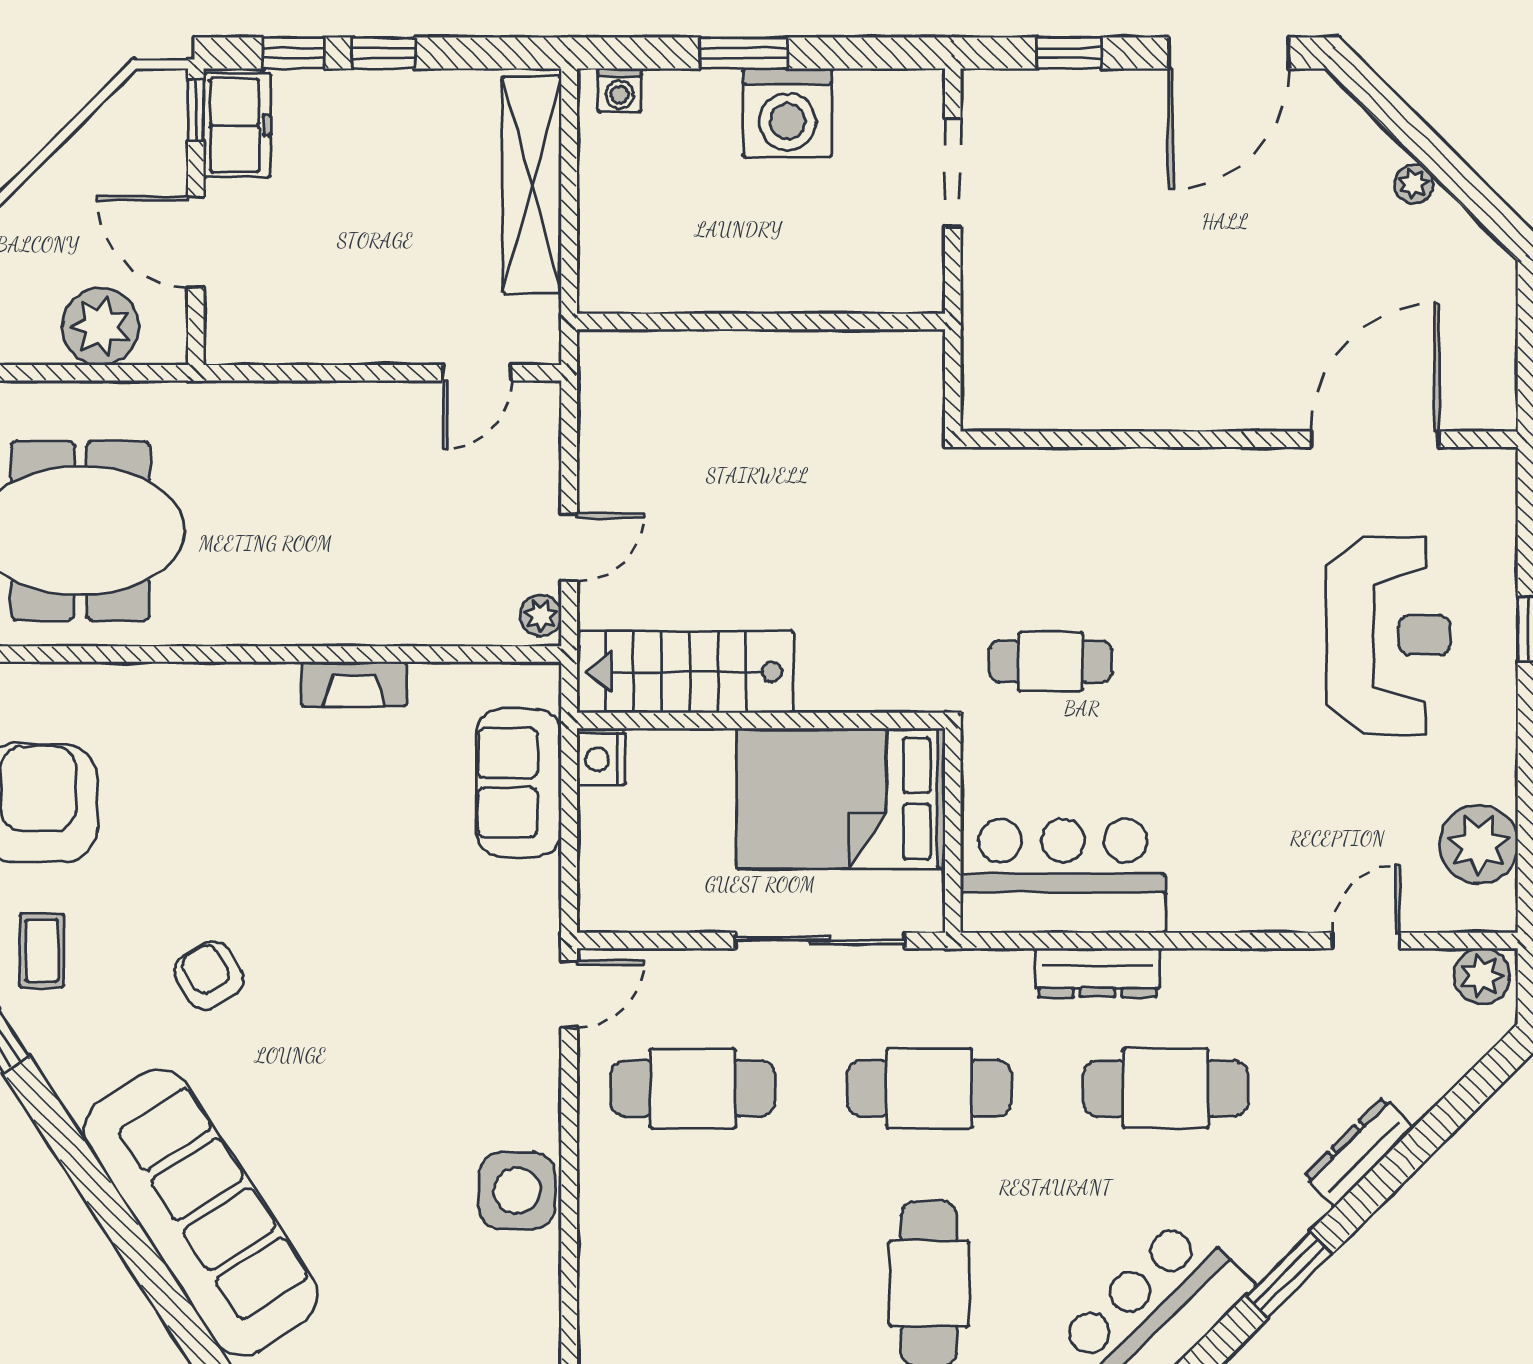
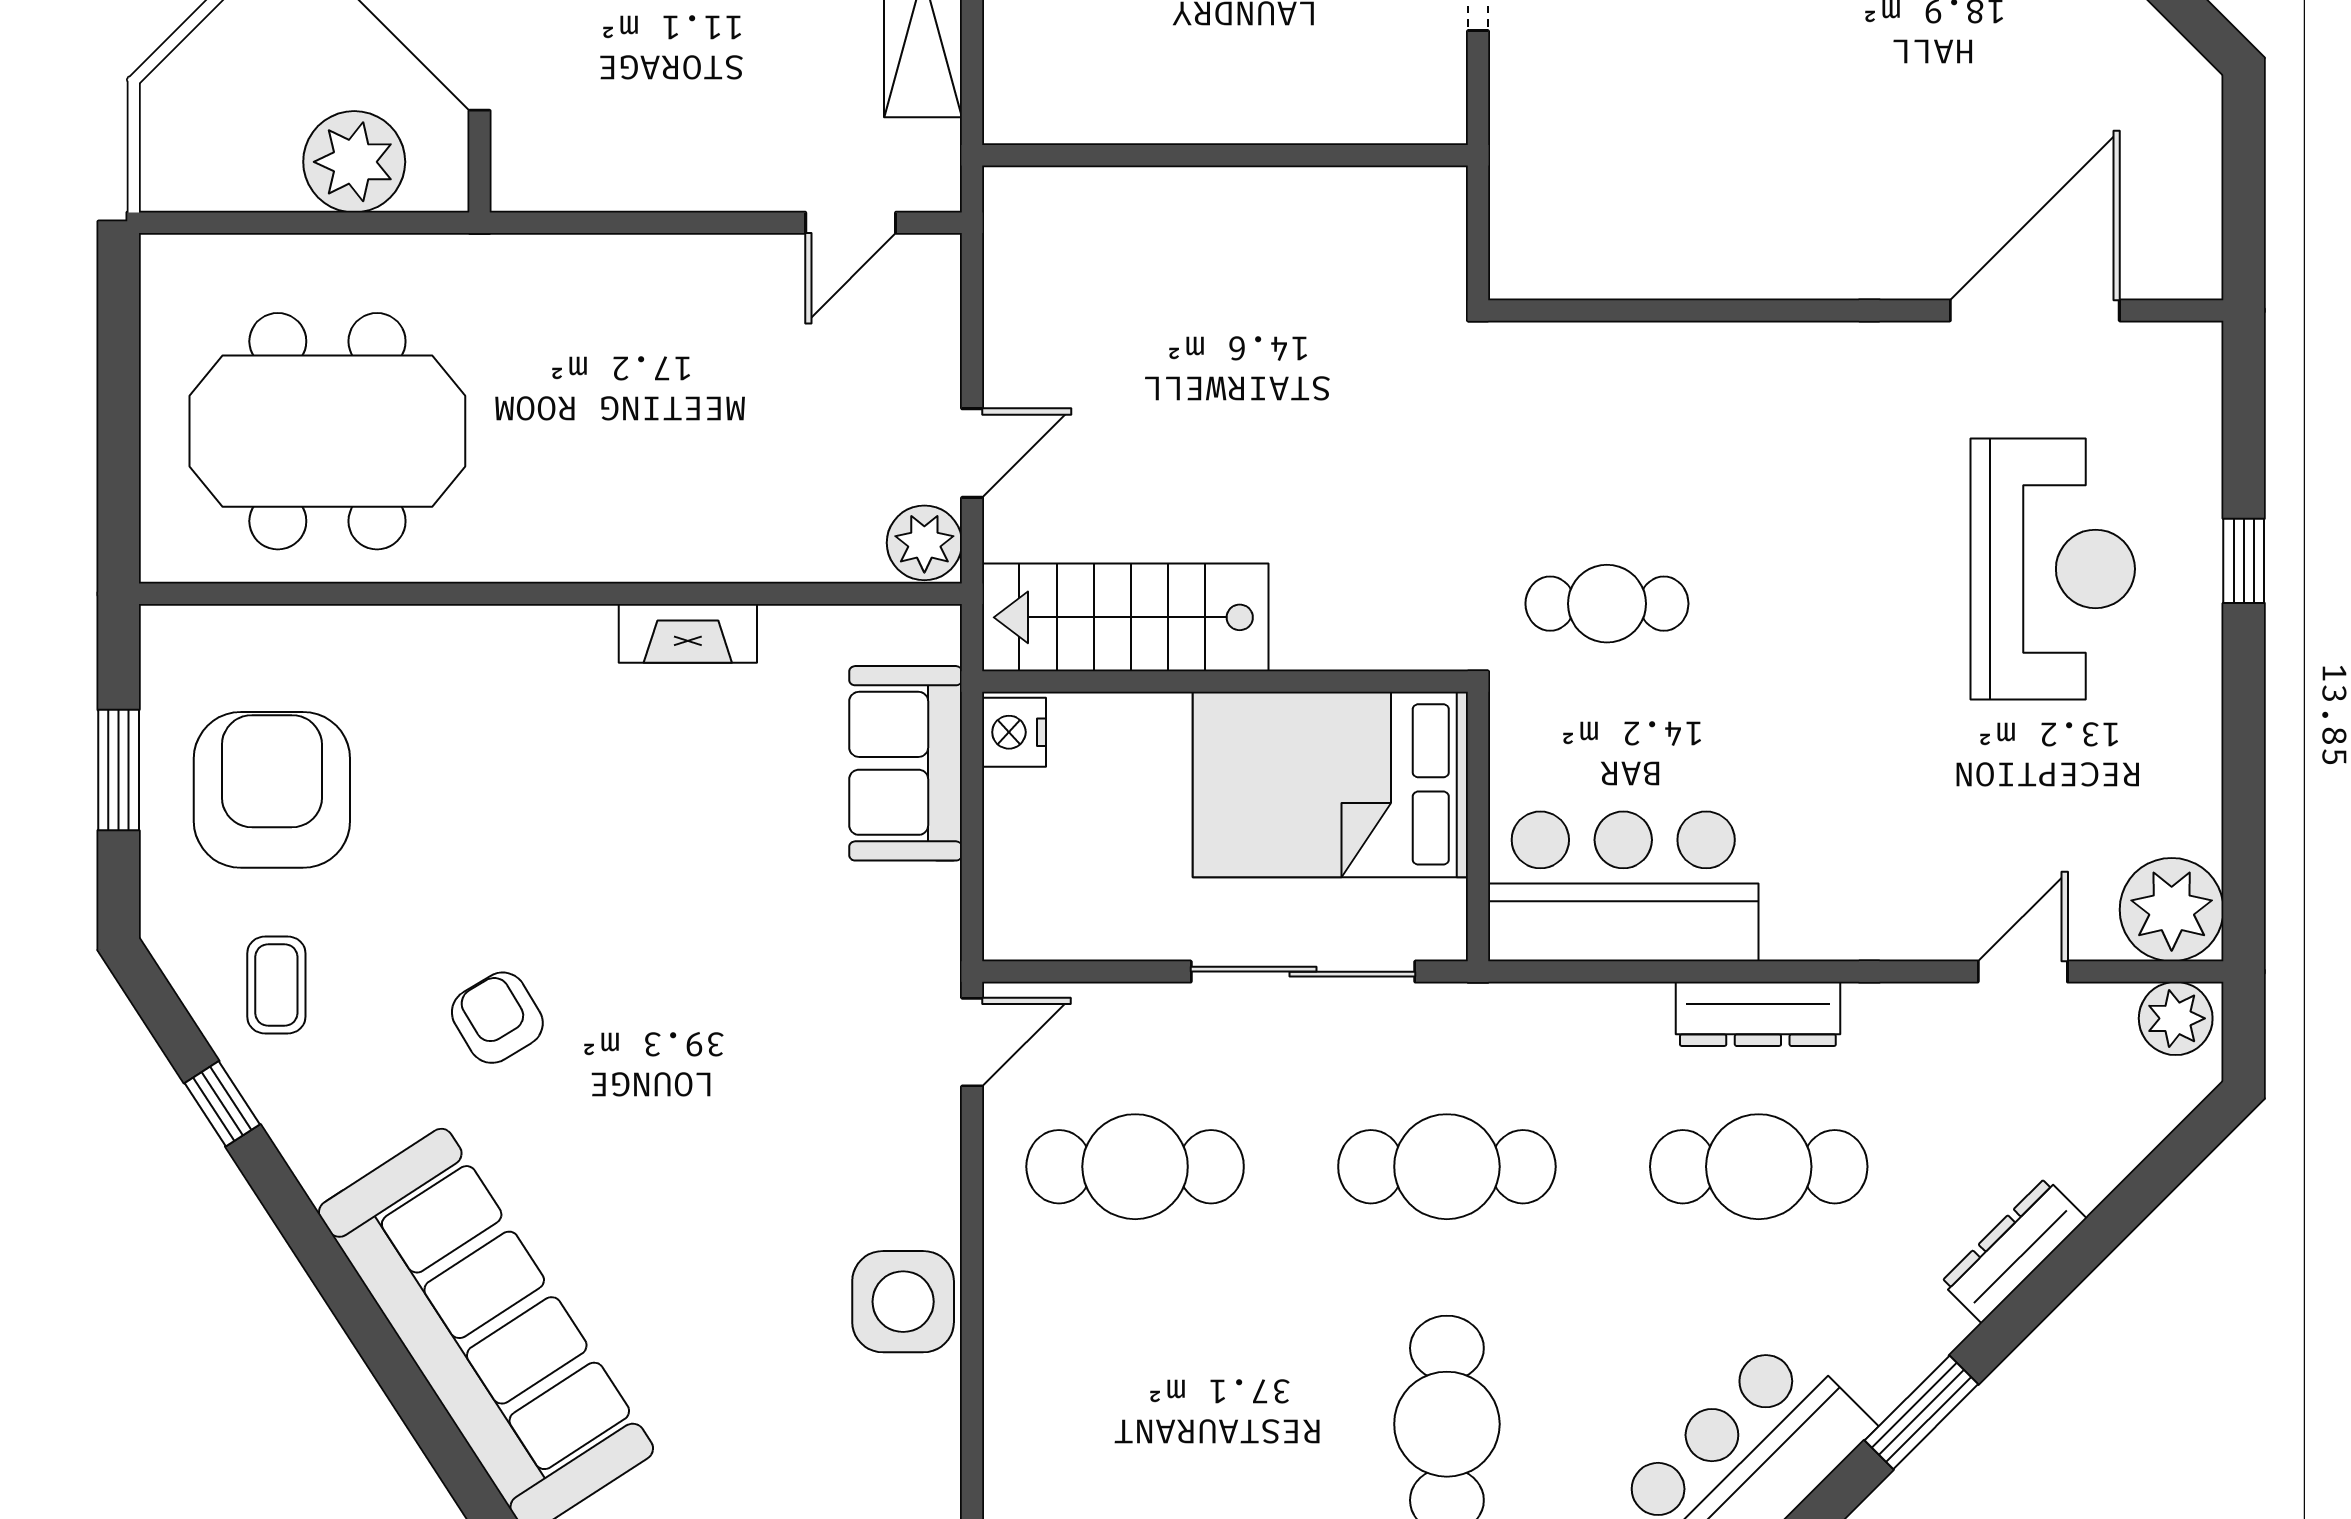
plant: (541, 615) -> (924, 543), width x1.38, depth x1.38
plant: (1479, 844) -> (2172, 910), moved
dresser: (1098, 973) -> (1758, 1014), moved

